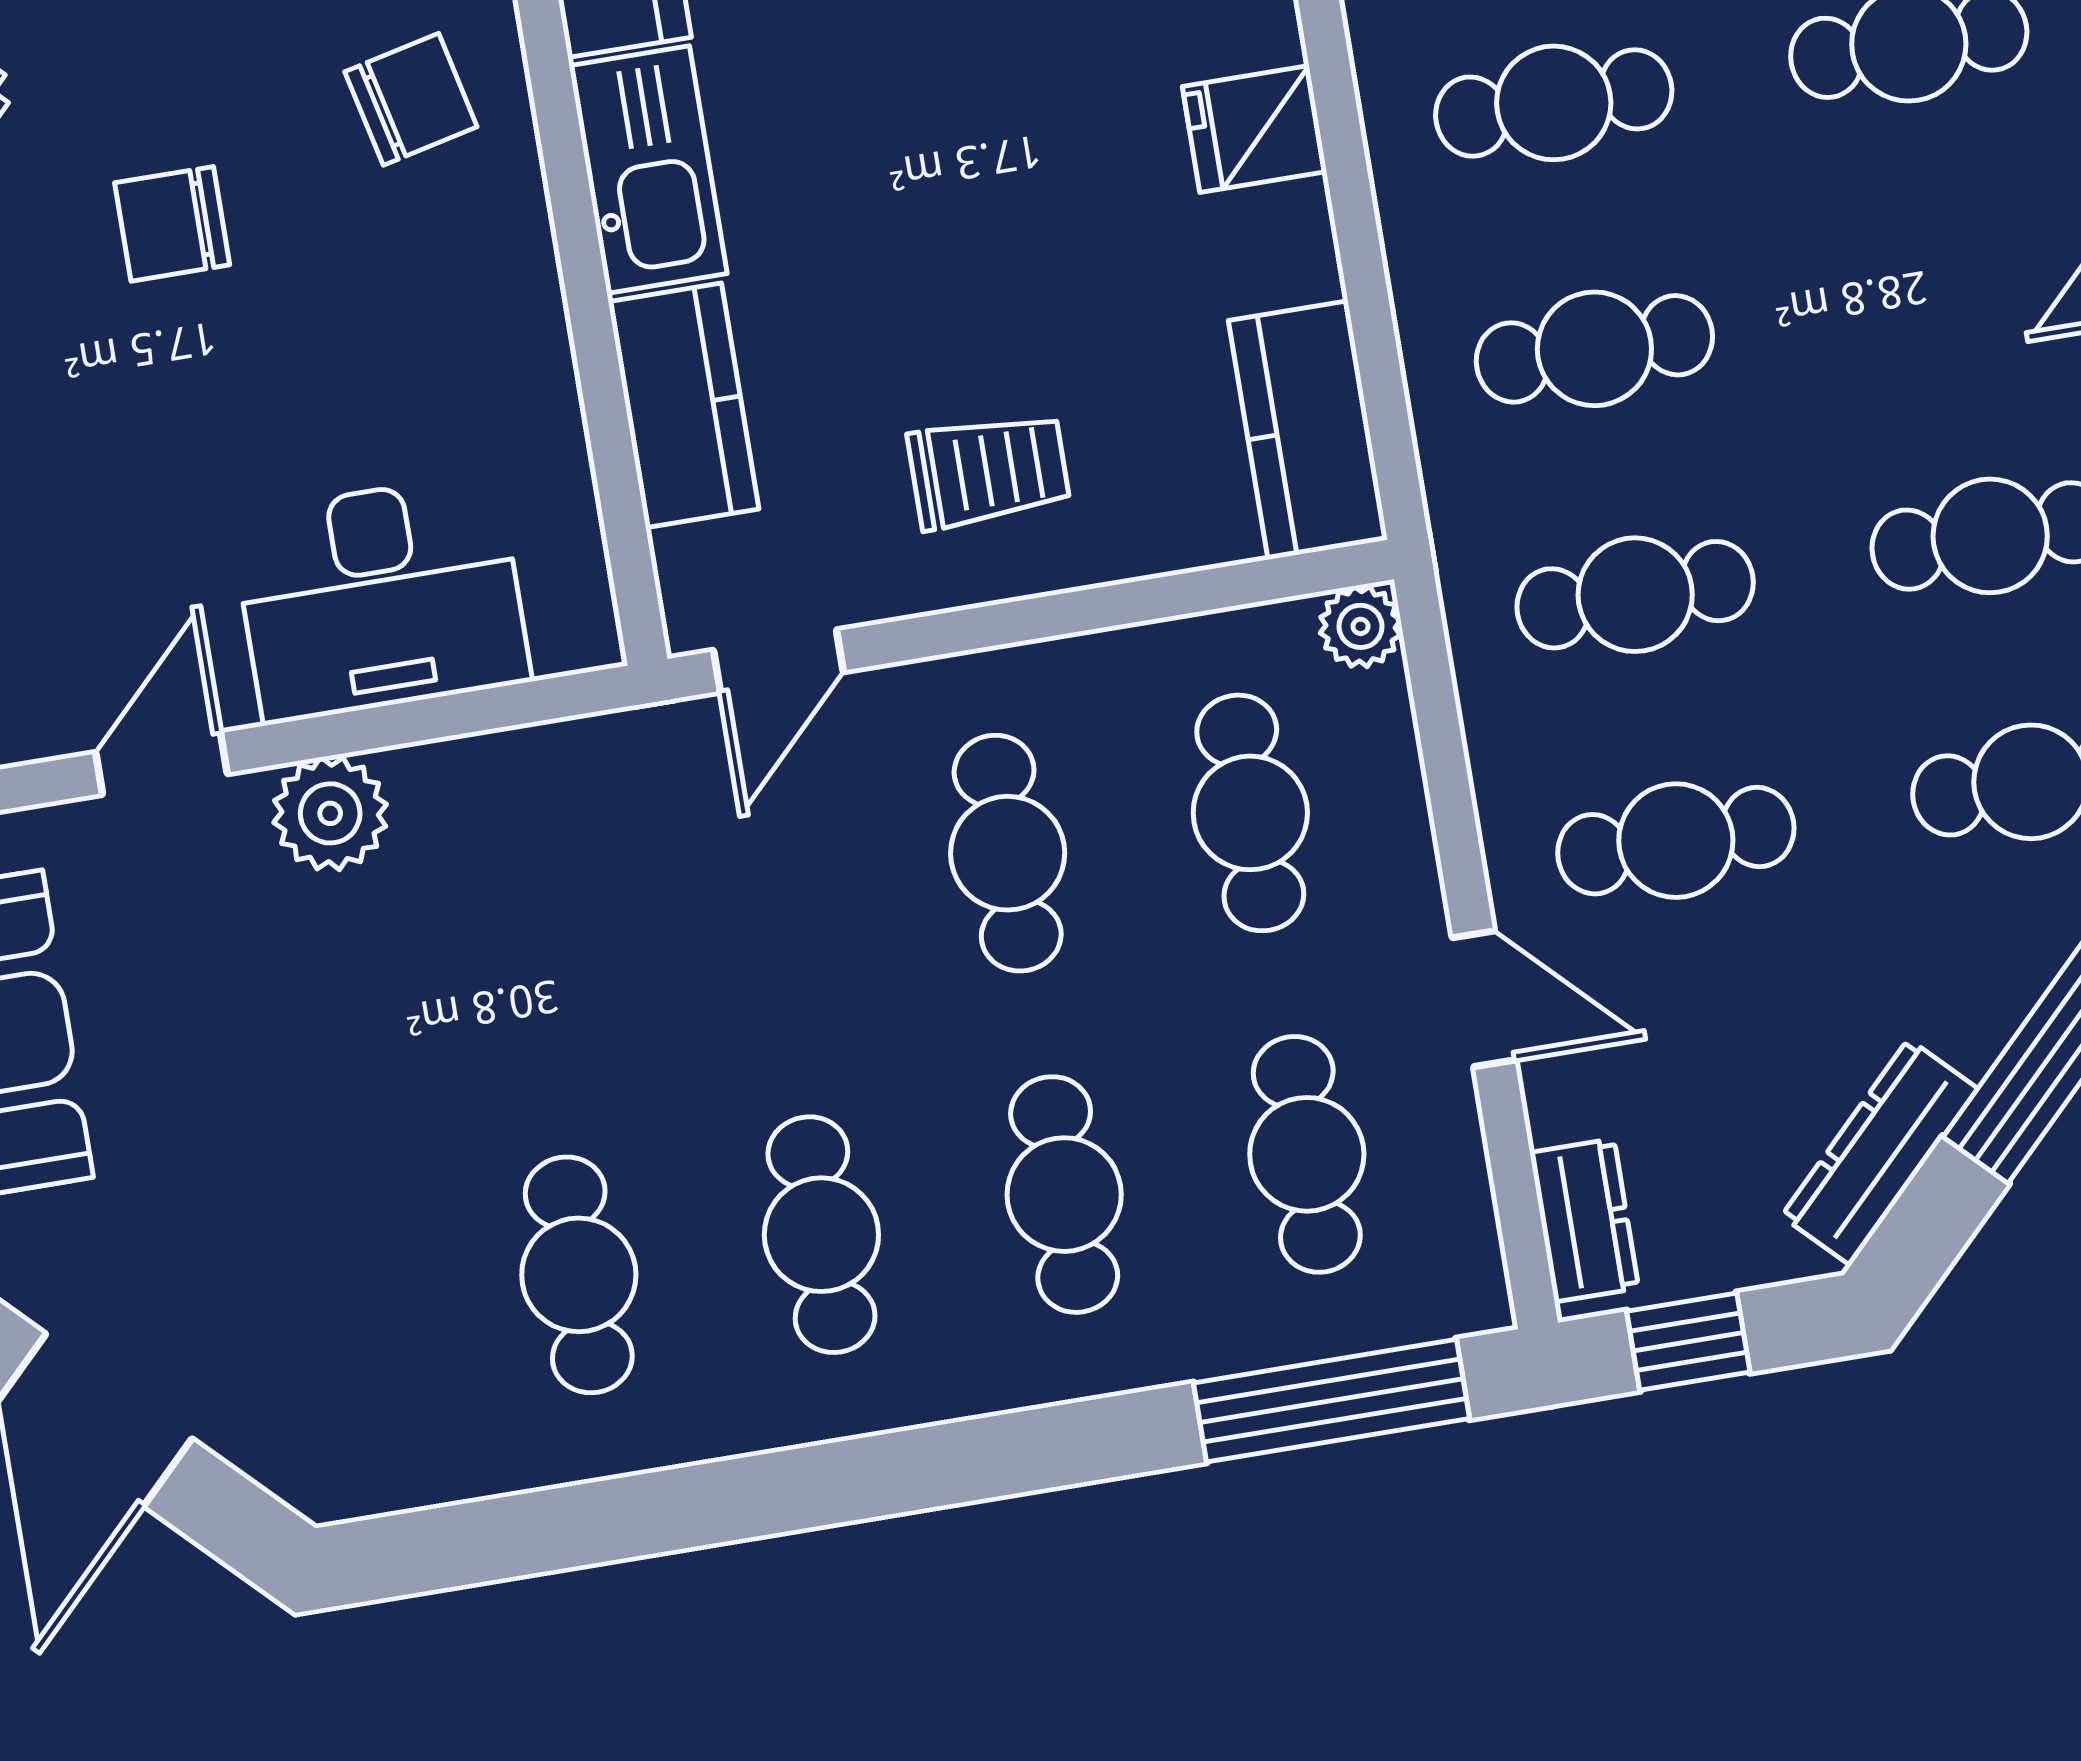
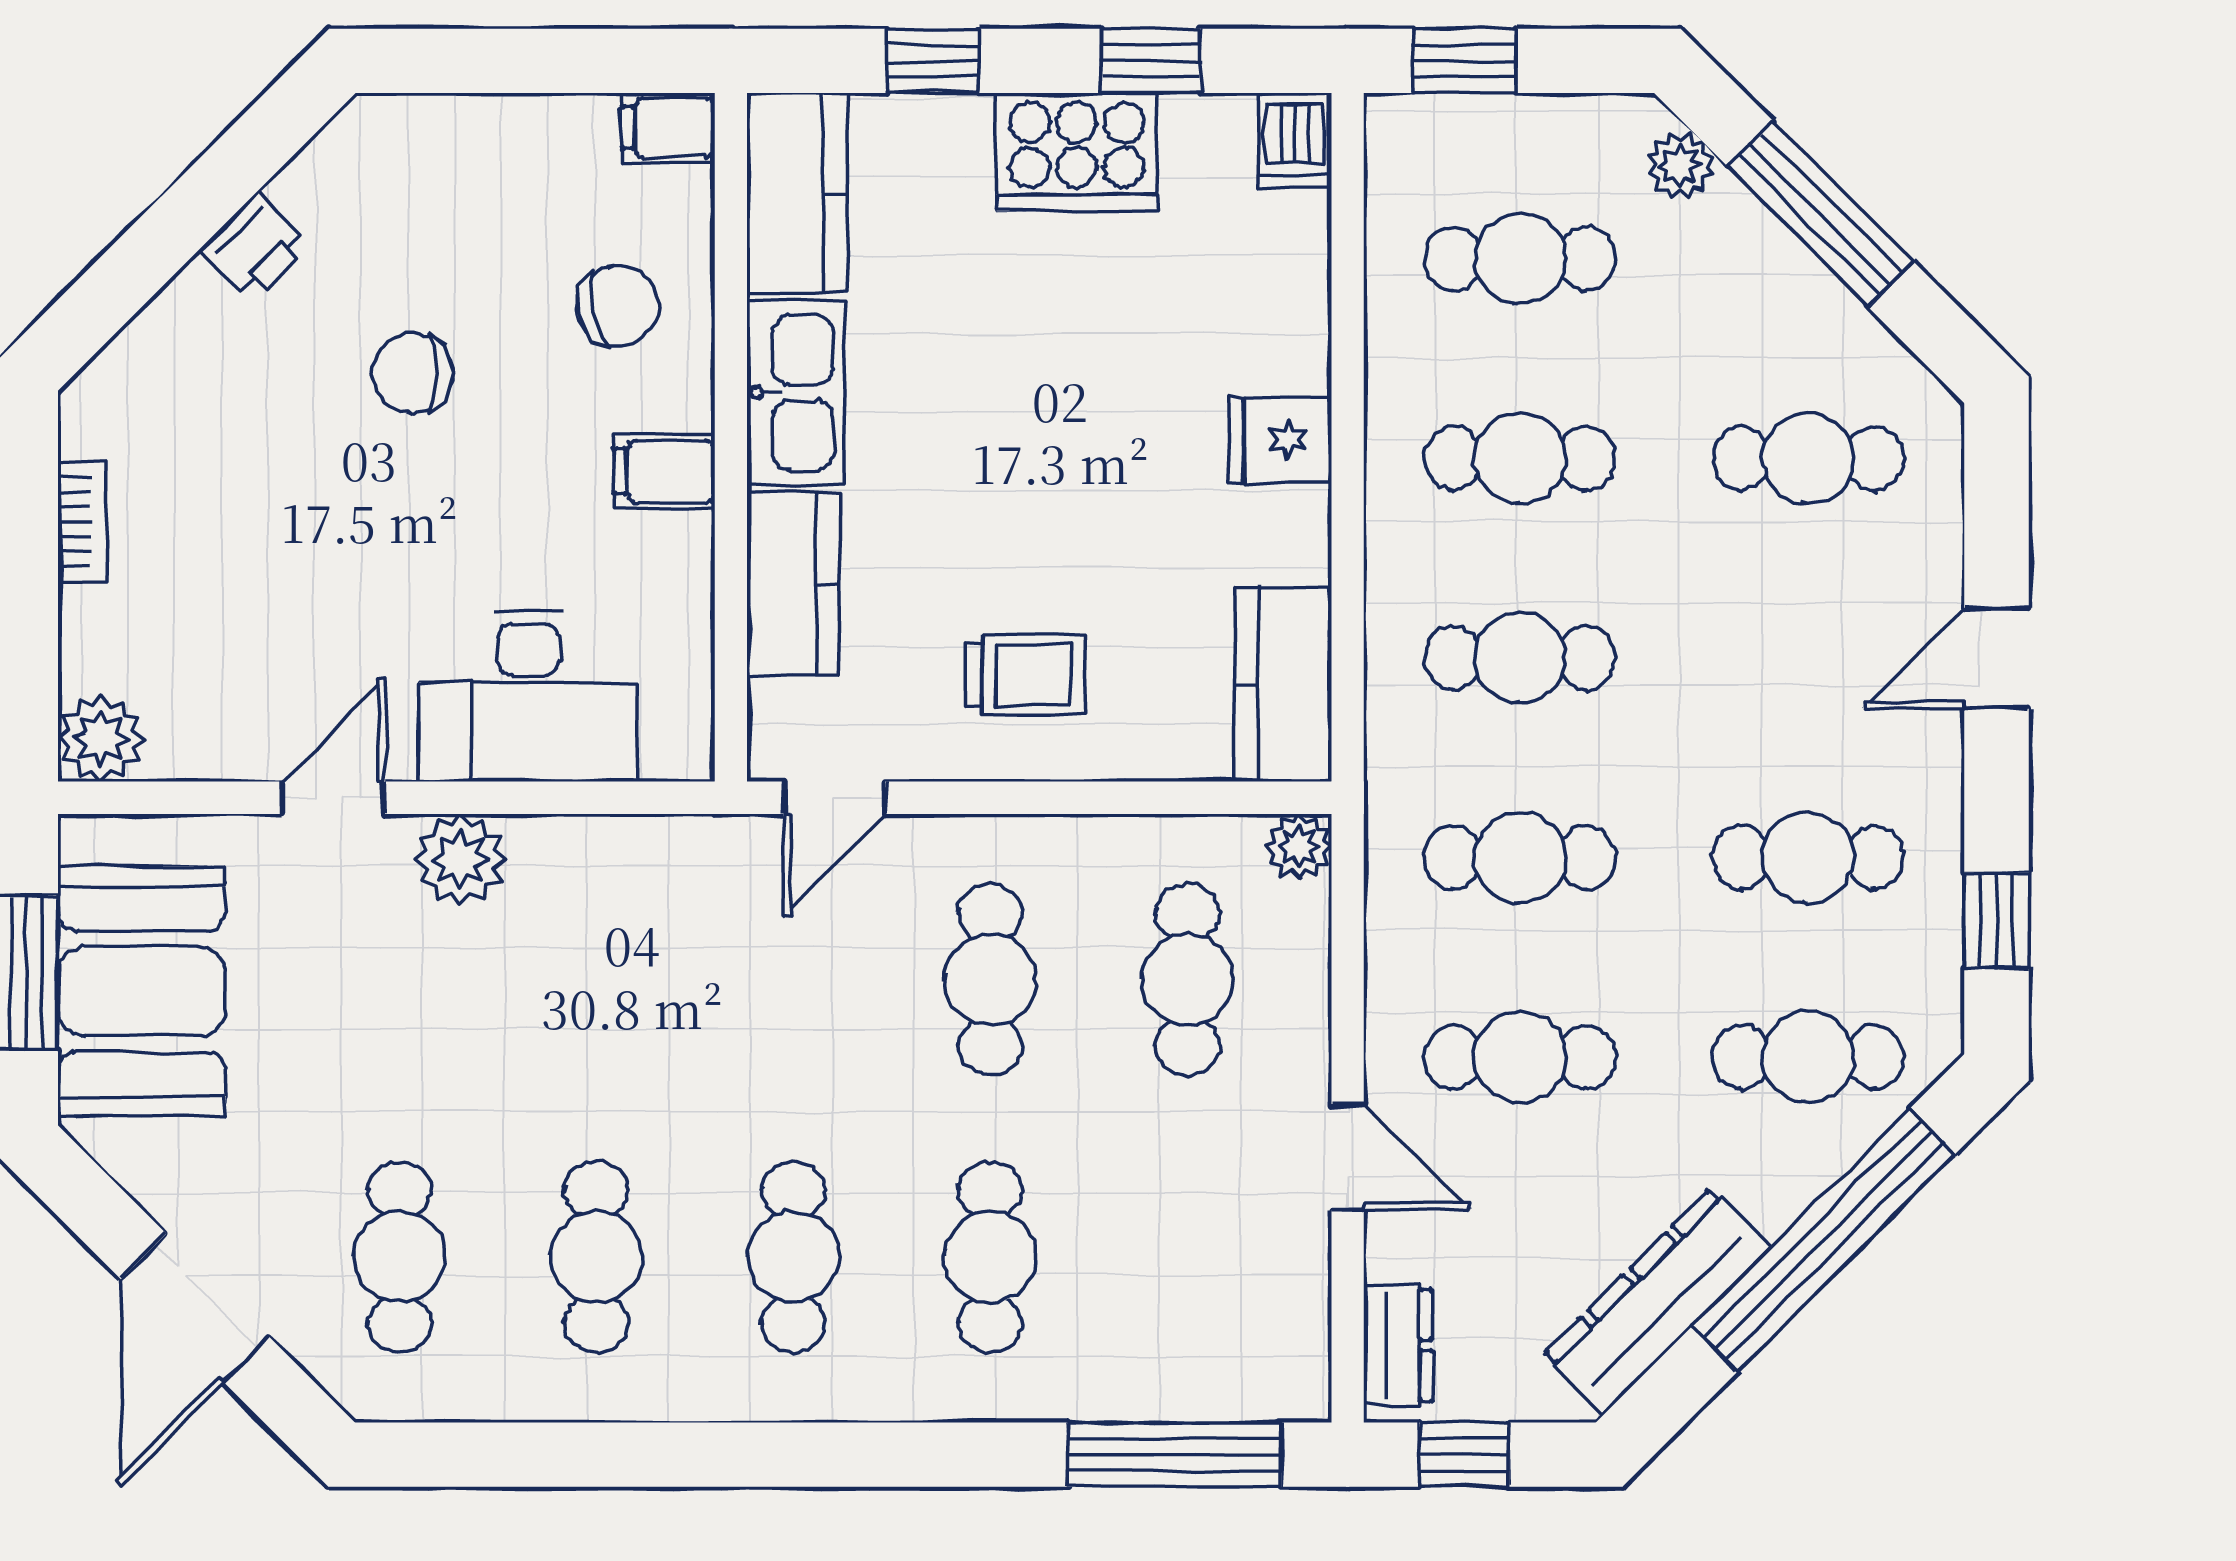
filing cabinet: (503, 294) -> (664, 472), added
dresser: (1880, 1152) -> (1657, 1301), width x1.37, depth x1.24
cafe table: (1307, 1154) -> (399, 1257), moved

